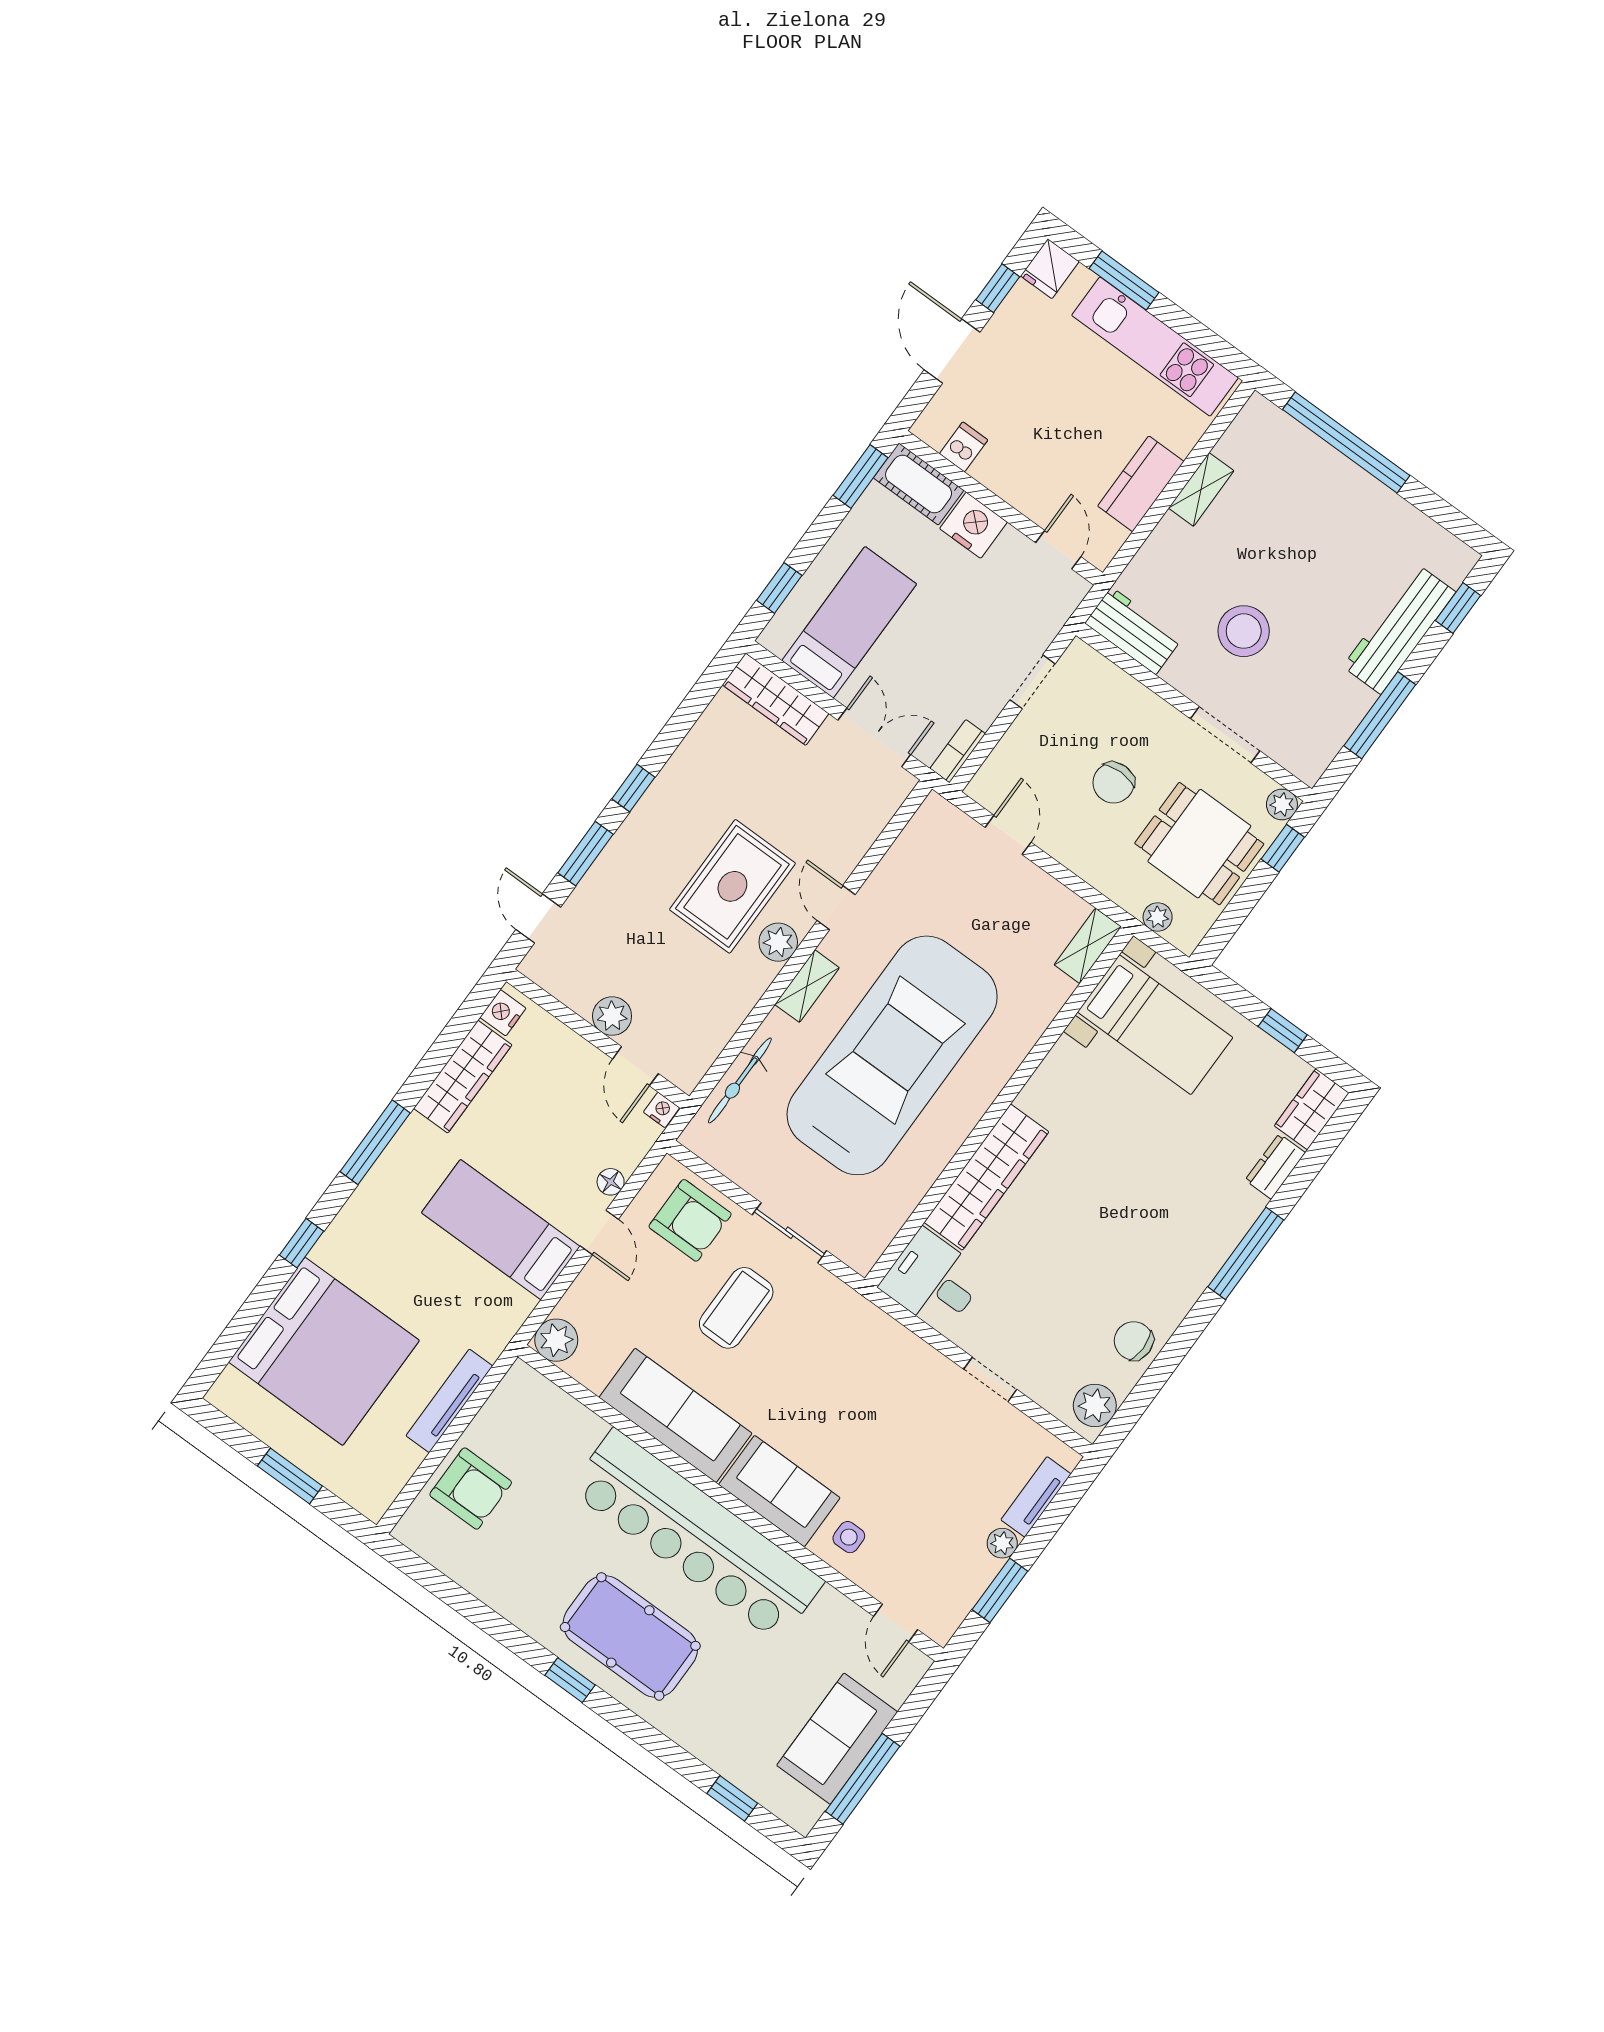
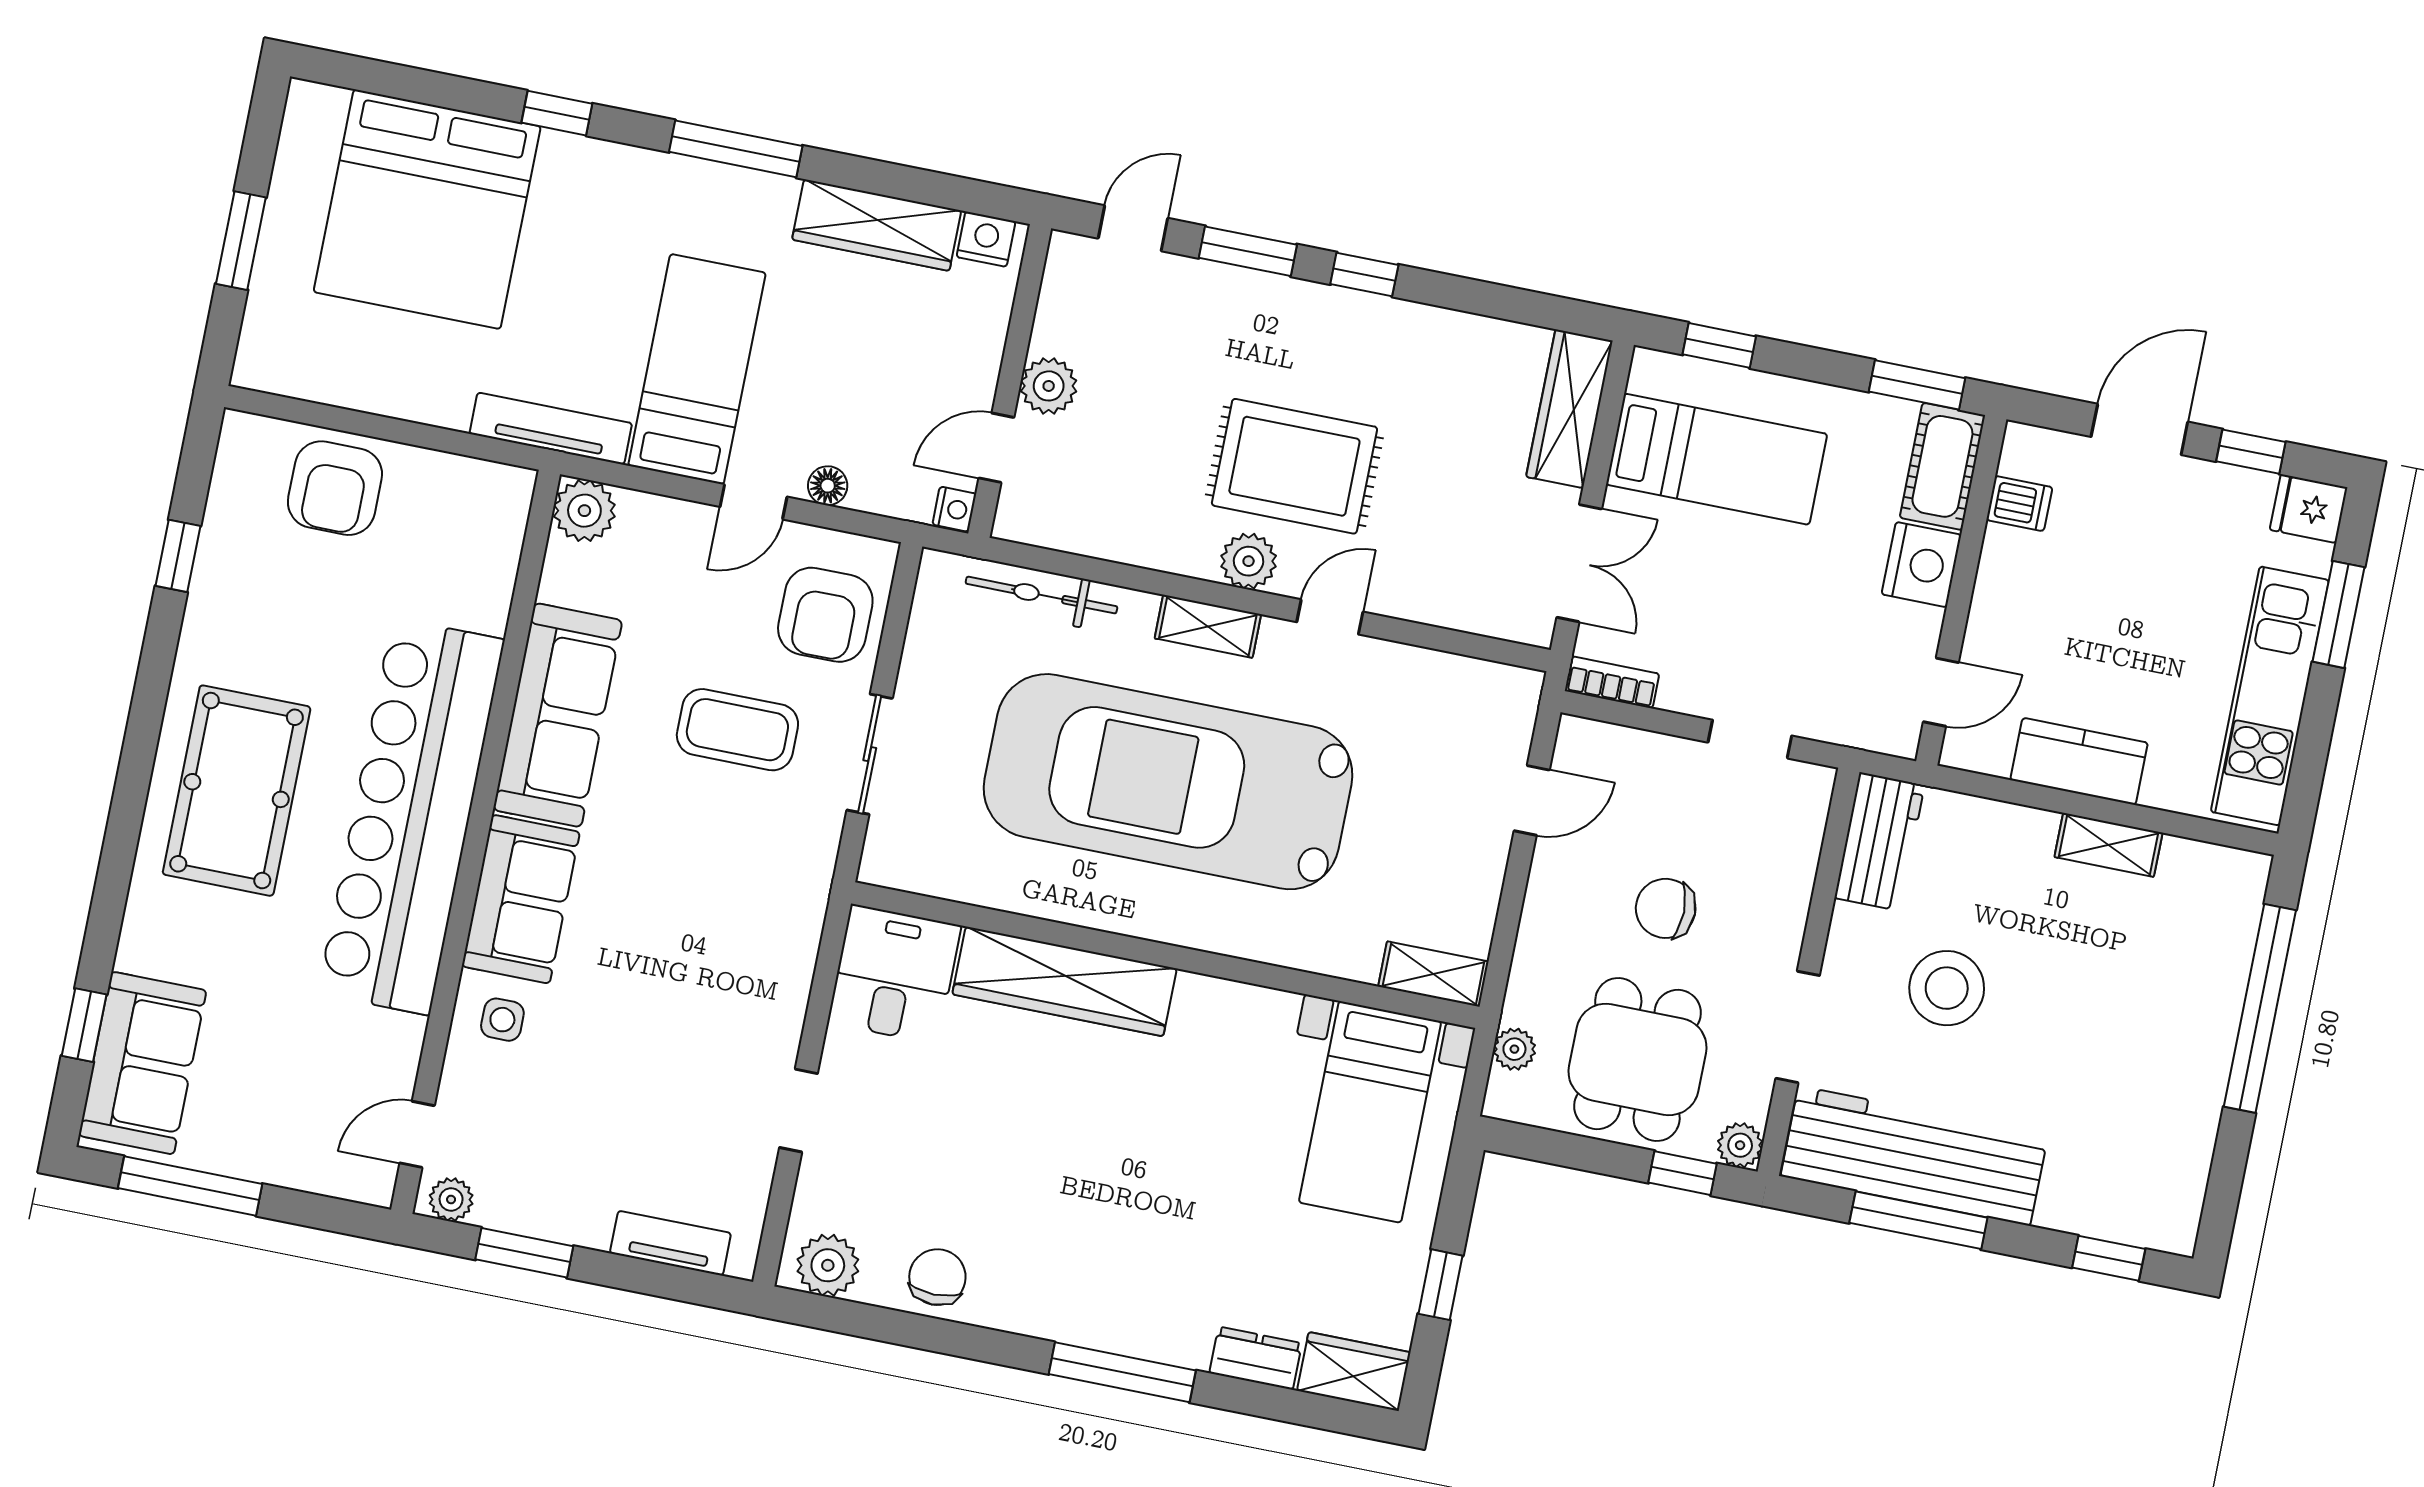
workbench: (1399, 629) -> (1914, 1156), moved, width x1.36, depth x1.32
car: (892, 1055) -> (1168, 782), turned 180
tv unit: (449, 1401) -> (551, 429), moved
plant: (1002, 1543) -> (451, 1199), moved
window: (570, 1680) -> (178, 556), moved
sofa: (837, 1739) -> (143, 1063), moved, turned 90

